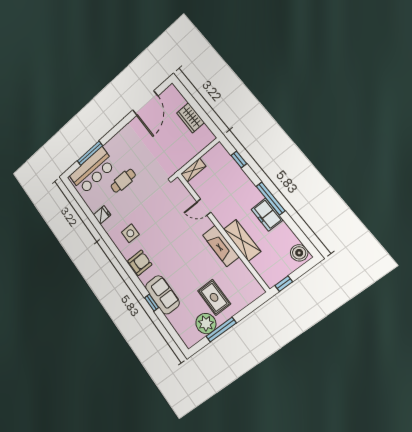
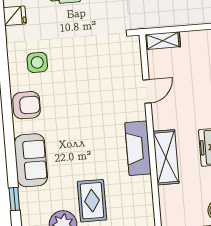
door: (204, 207) -> (147, 91), swing flipped
window: (152, 303) -> (14, 199), moved

